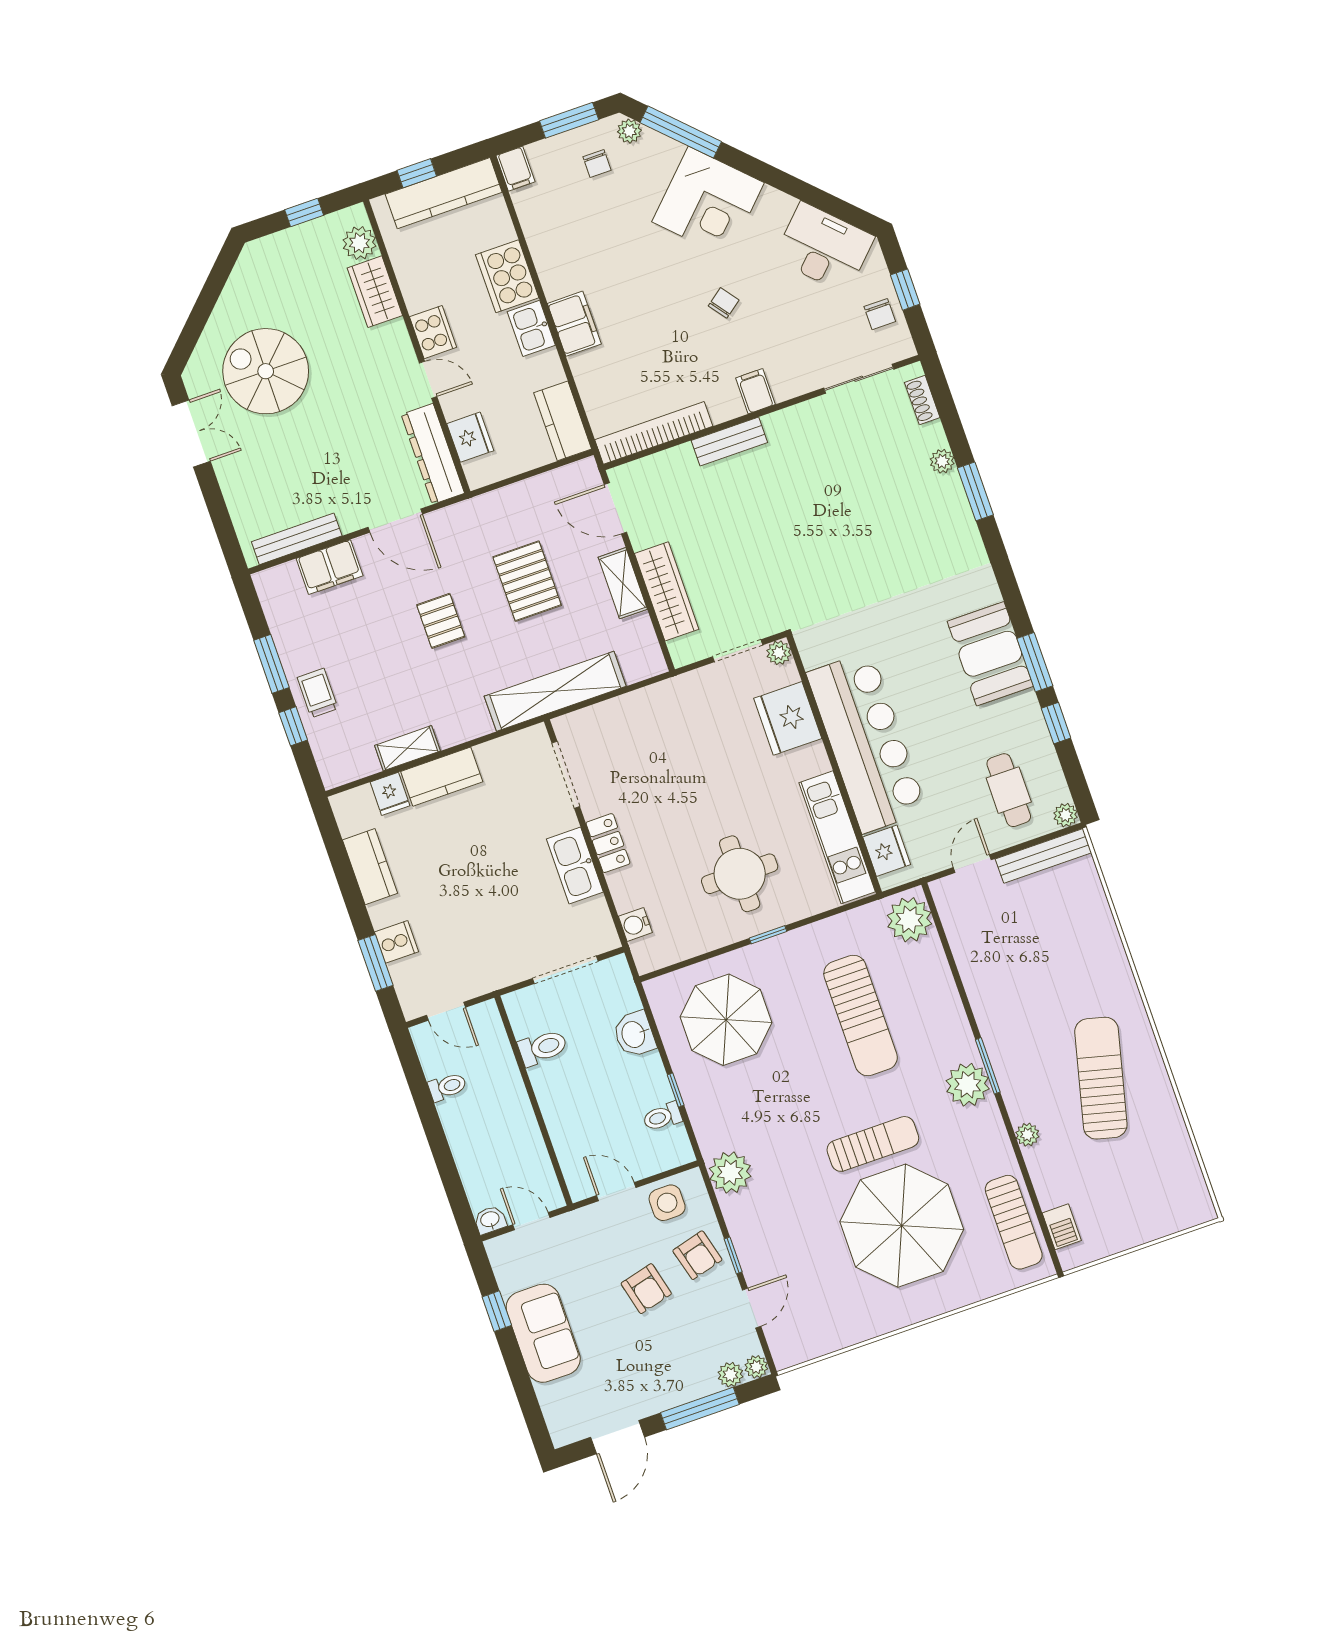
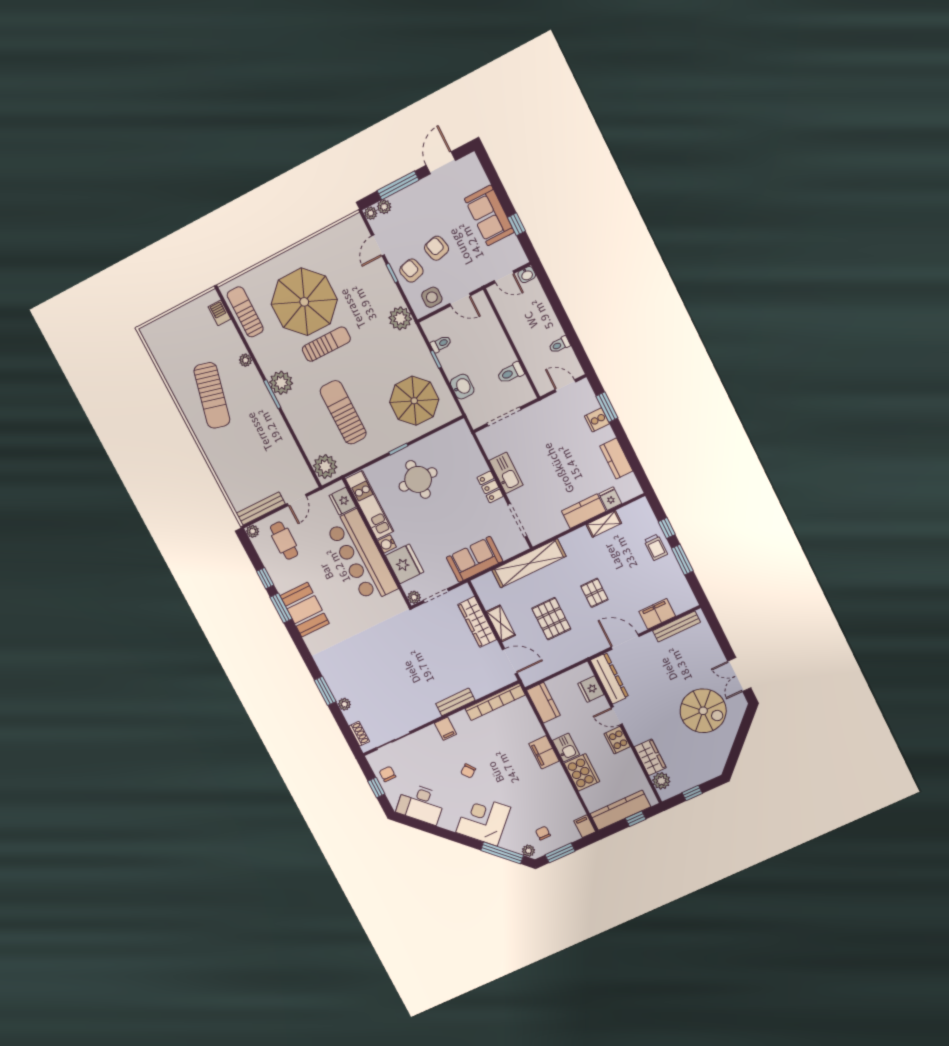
sofa: (655, 711) -> (474, 559), added
water cooler: (635, 924) -> (387, 544), moved, turned 180
sun lounger: (873, 1144) -> (326, 344), turned 180

